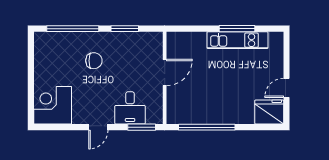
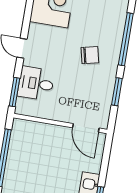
chair: (94, 61) -> (90, 55), turned -103
door: (165, 72) -> (86, 128), moved

